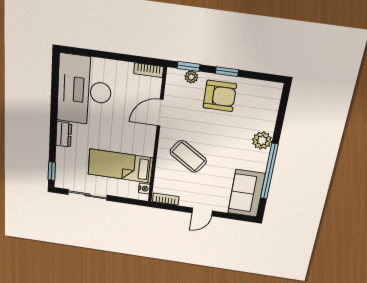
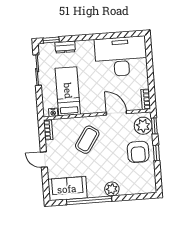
plant: (191, 77) -> (143, 126), width x1.87, depth x1.87
dresser: (64, 134) -> (65, 47), moved

